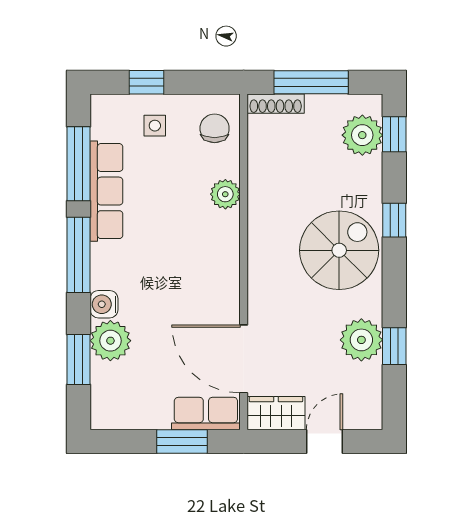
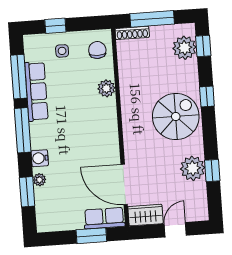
plant: (110, 341) -> (39, 180), width x0.53, depth x0.53

